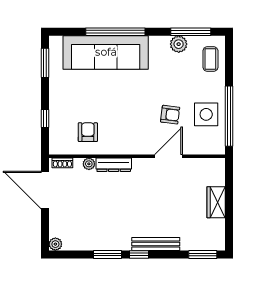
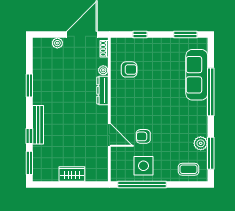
sofa: (106, 52) -> (197, 75), width x0.74, depth x0.79
armchair: (170, 115) -> (143, 136), turned 83
plant: (55, 244) -> (57, 43), moved
window: (139, 255) -> (29, 136), moved

